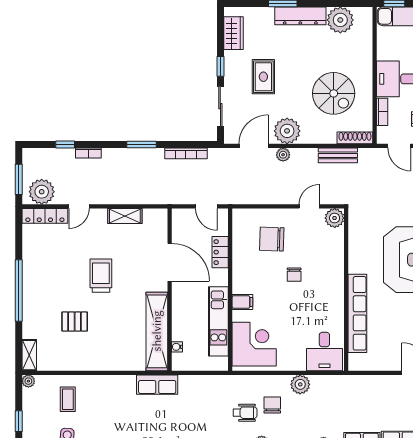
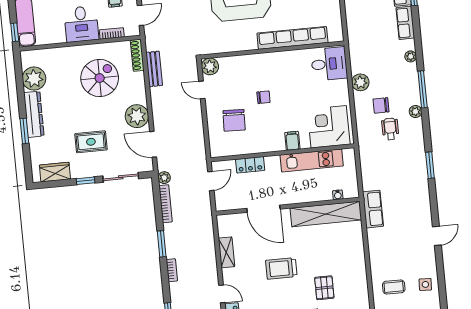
bookcase: (88, 153) -> (172, 270), moved
plant: (283, 155) -> (164, 178), moved
door: (170, 262) -> (263, 209), swing flipped

